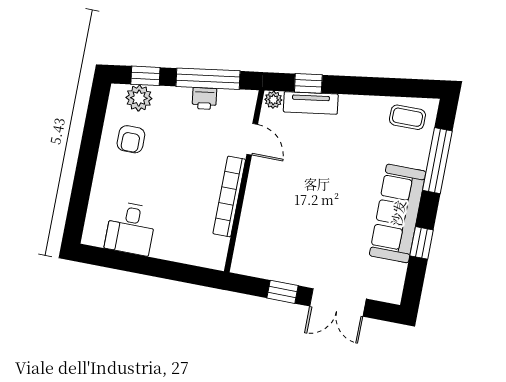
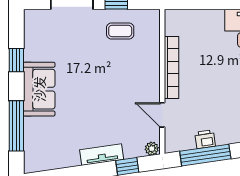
tv unit: (311, 103) -> (102, 155), moved
coffee table: (407, 117) -> (120, 31), moved
sofa: (398, 213) -> (39, 89), width x0.73

